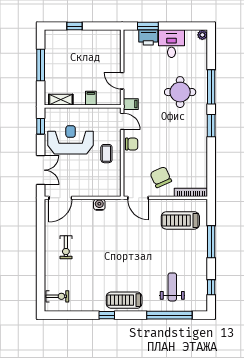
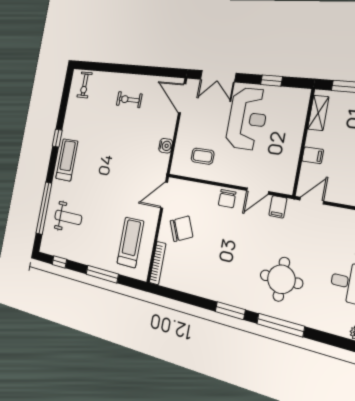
filing cabinet: (91, 98) -> (313, 155), moved
shelving: (61, 100) -> (318, 113), moved
wall: (83, 106) -> (304, 142), moved
coffee table: (106, 154) -> (203, 156), moved

